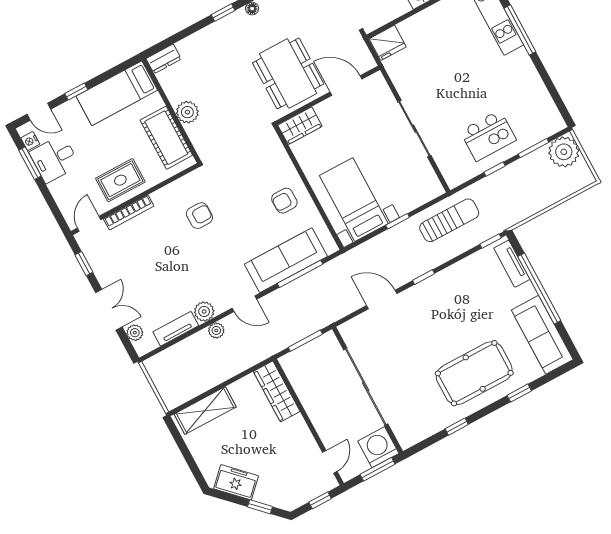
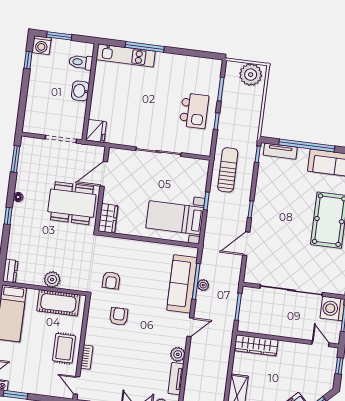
plant: (564, 152) -> (251, 75), moved
desk: (54, 159) -> (23, 378), removed
armchair: (284, 201) -> (111, 280), moved
bookcase: (129, 212) -> (87, 357), width x0.64
plant: (216, 330) -> (203, 285), moved

